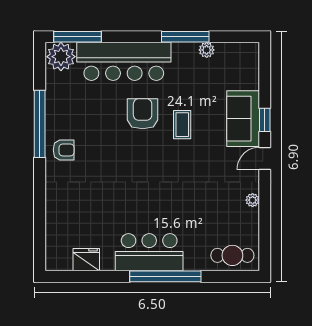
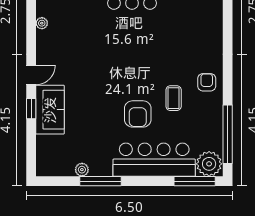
window: (40, 124) -> (228, 134), moved
coffee table: (182, 125) -> (174, 98), moved
armchair: (64, 150) -> (207, 82), turned 90
plant: (253, 200) -> (42, 23), moved

